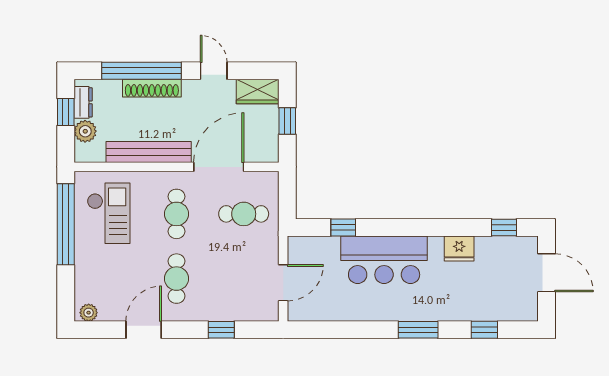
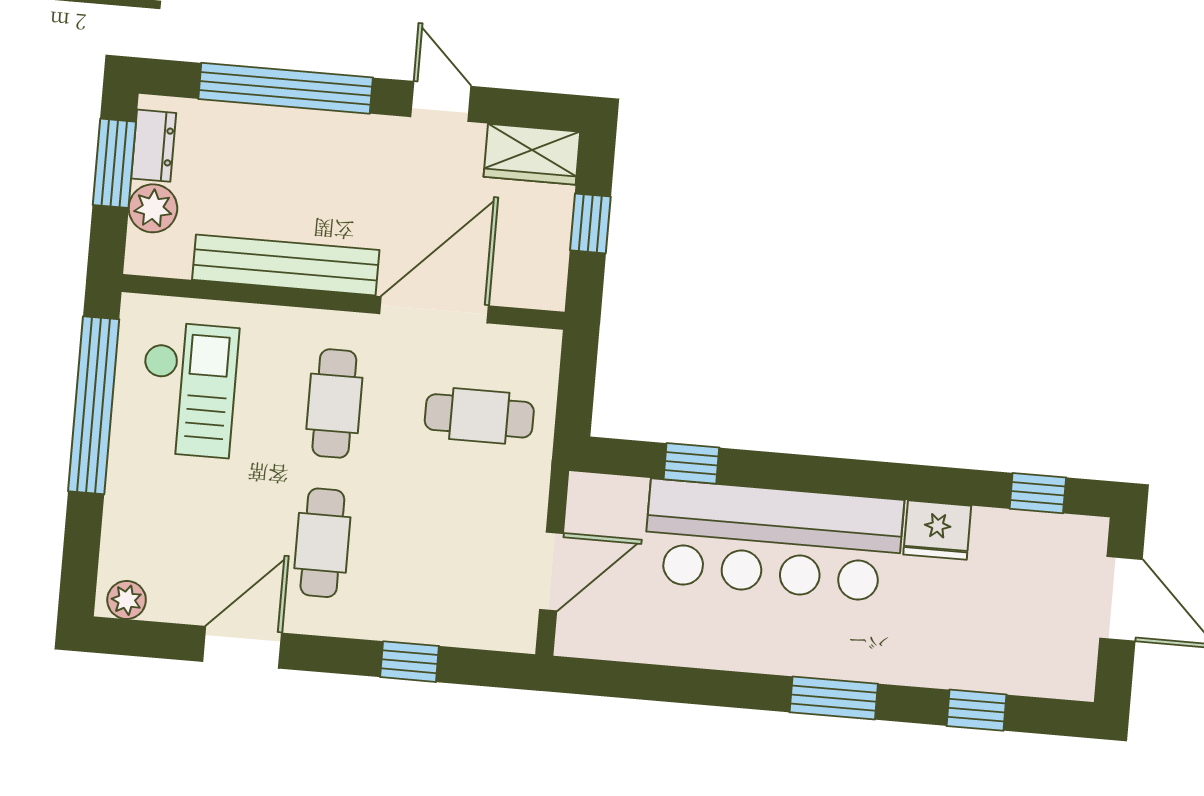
shoe rack: (152, 88) -> (305, 128), removed
window: (66, 112) -> (114, 163), width x1.50
bar counter: (384, 260) -> (773, 541), width x1.36

